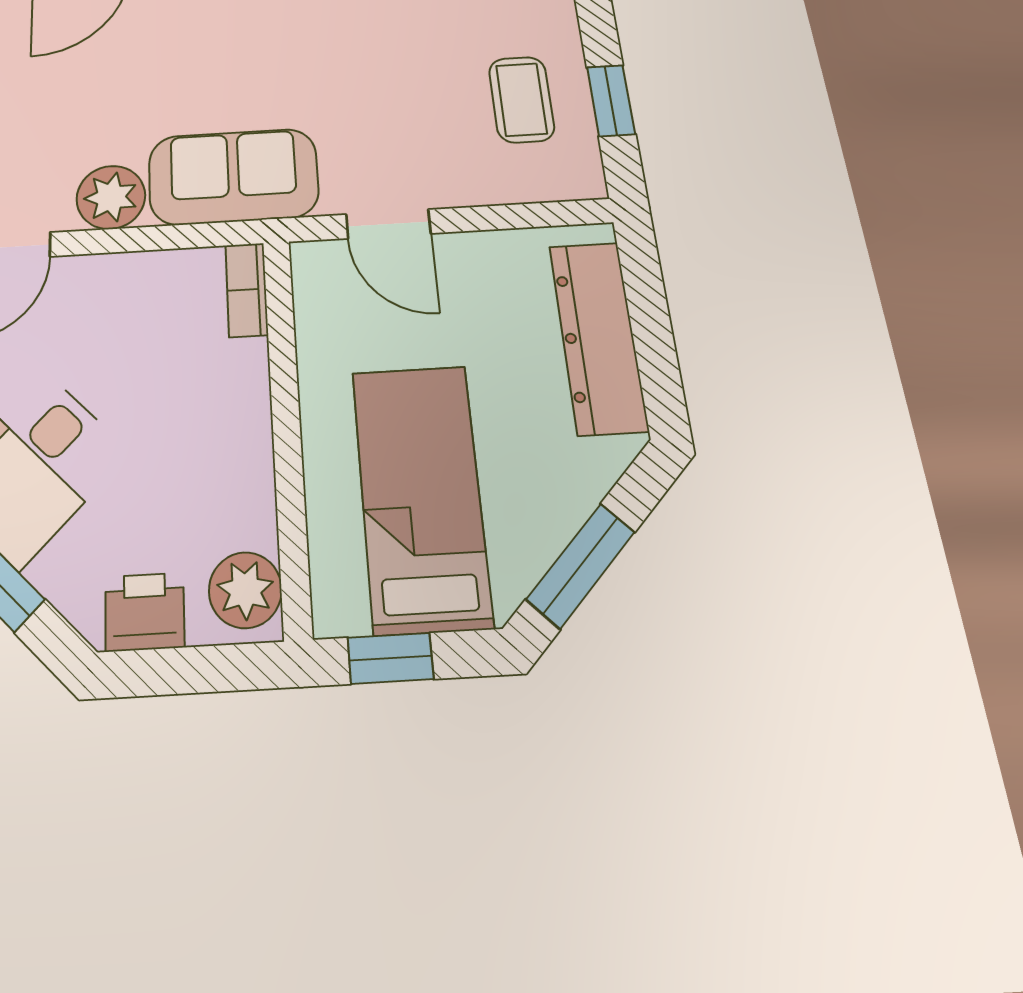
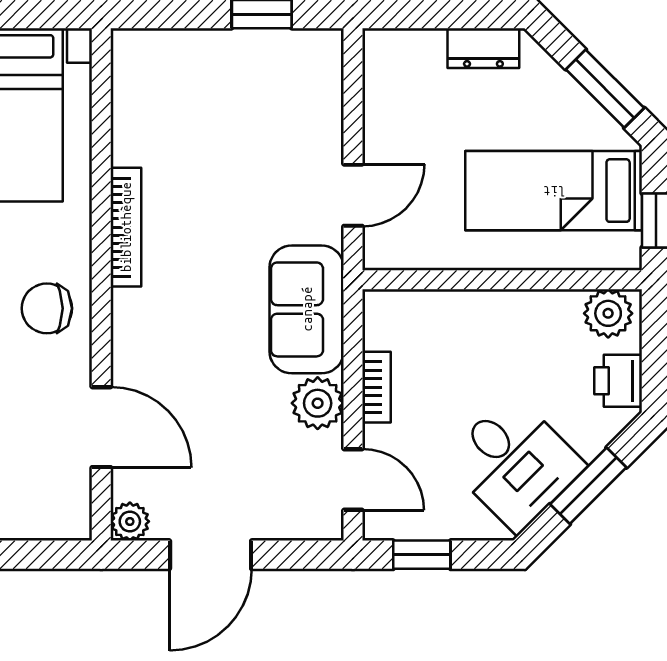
coffee table: (521, 99) -> (256, 83), removed
bookcase: (247, 290) -> (376, 387), moved, turned -90
dresser: (598, 337) -> (483, 48), width x0.51, depth x0.80

